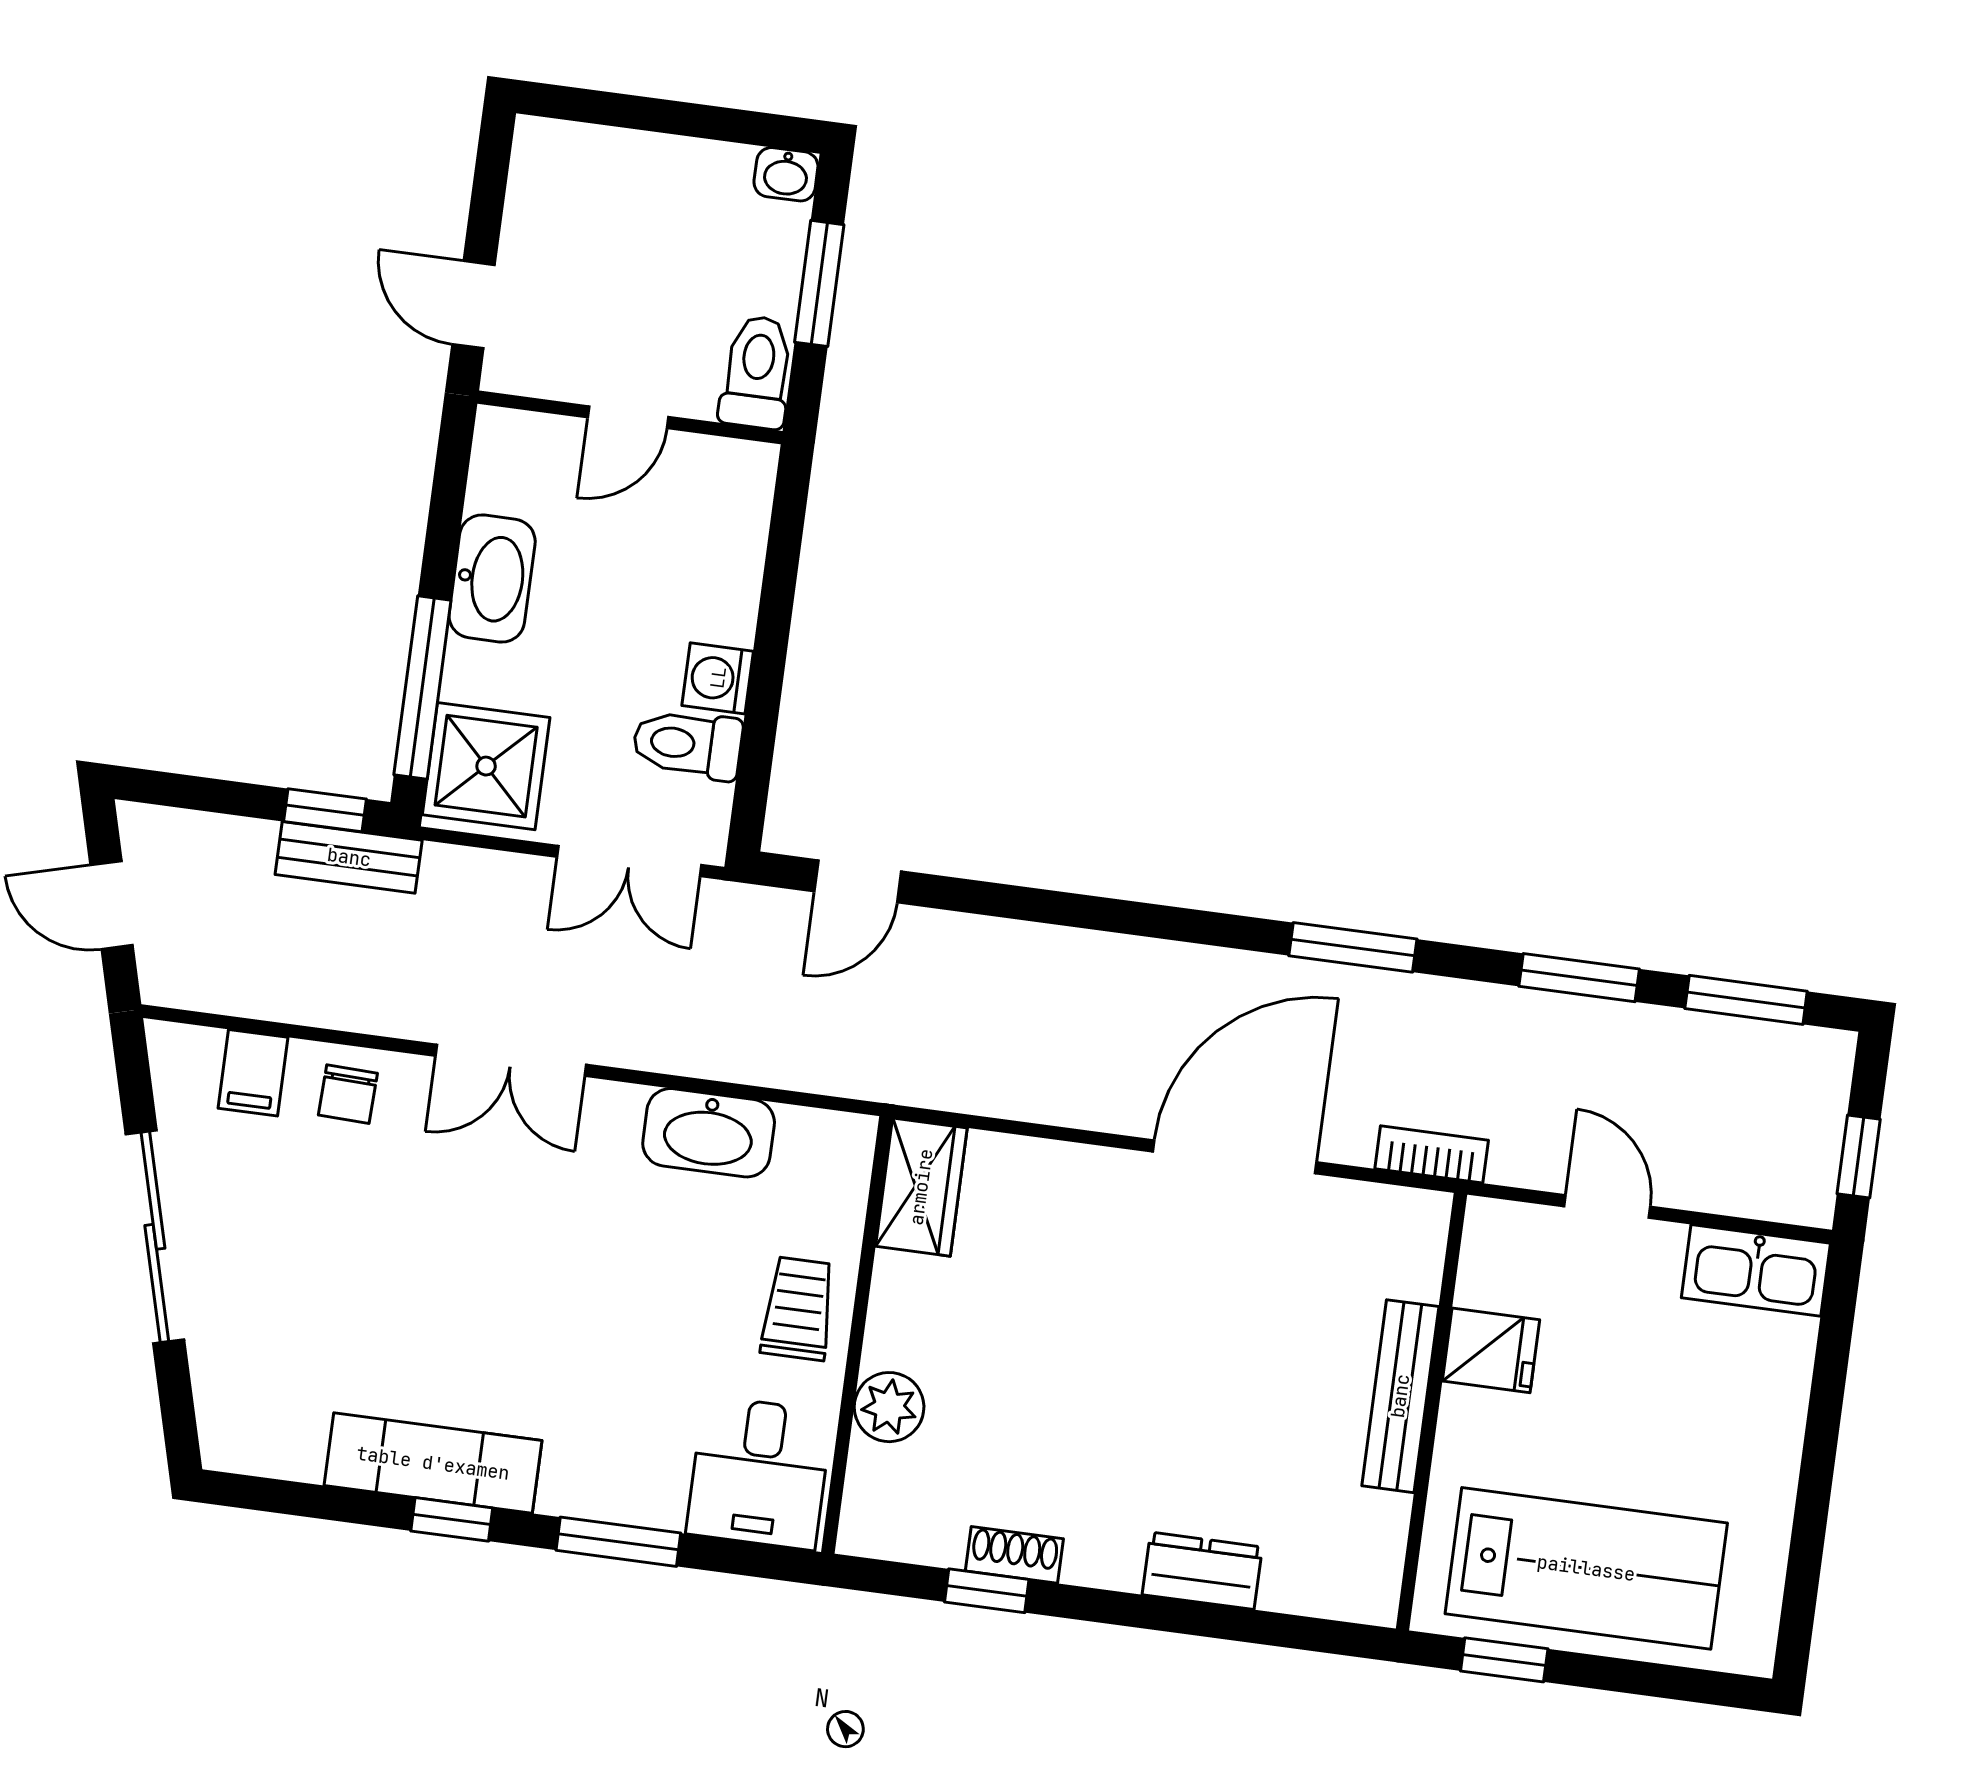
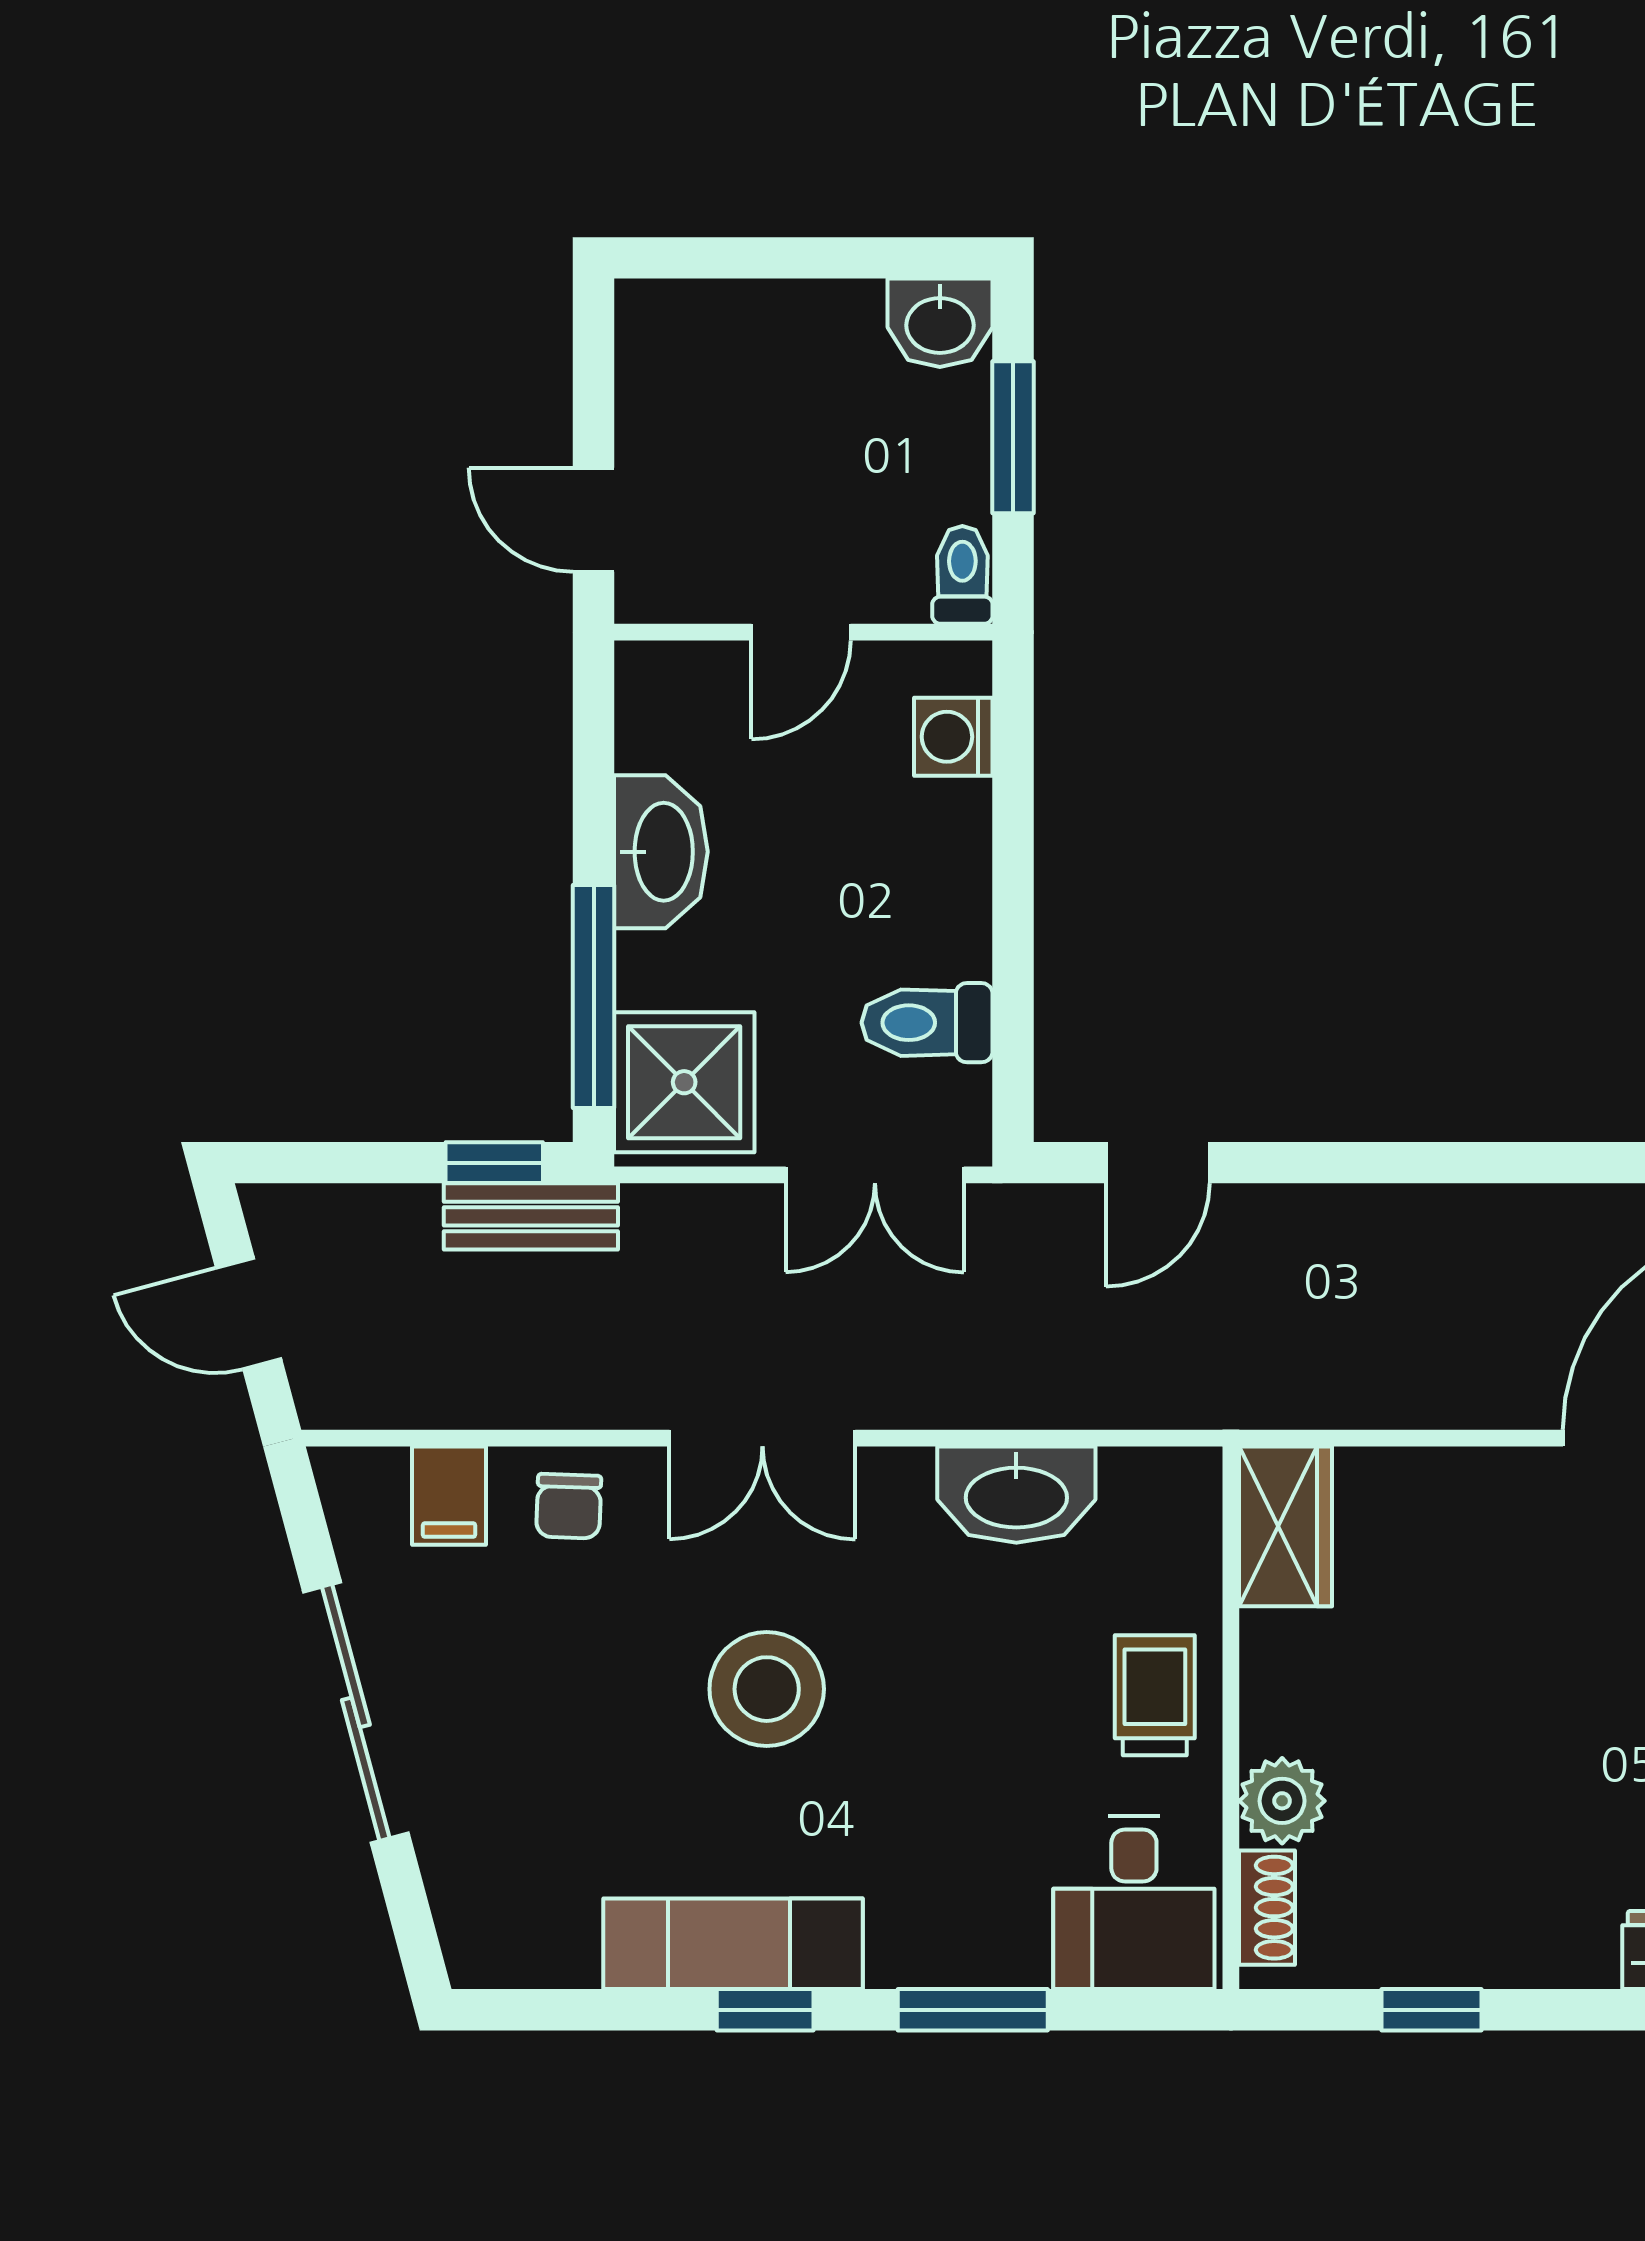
washbasin: (786, 174) -> (940, 323), width x1.38, depth x1.45
toilet: (757, 372) -> (962, 575), width x0.73, depth x0.72
washing machine: (718, 678) -> (953, 737), moved
stool: (487, 1262) -> (767, 1689), added
shoe rack: (1014, 1555) -> (1267, 1908), moved, turned 90

